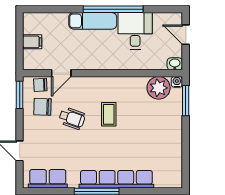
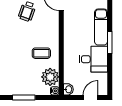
window: (113, 9) -> (110, 43), width x0.47
window: (186, 101) -> (24, 97), moved
coffee table: (109, 114) -> (41, 53), moved

